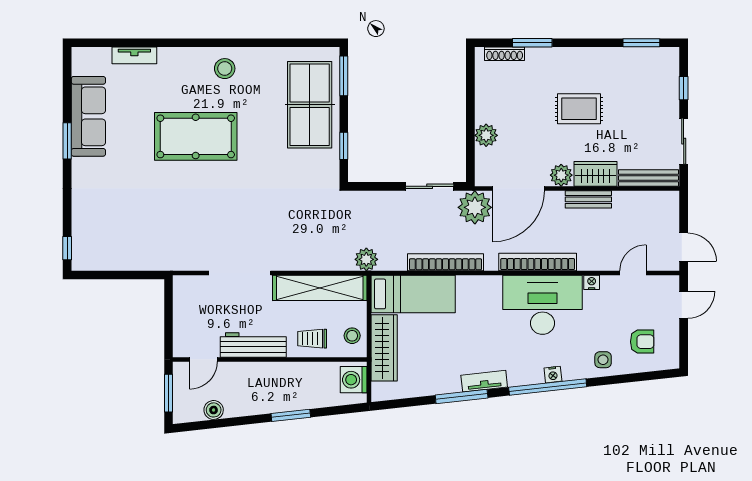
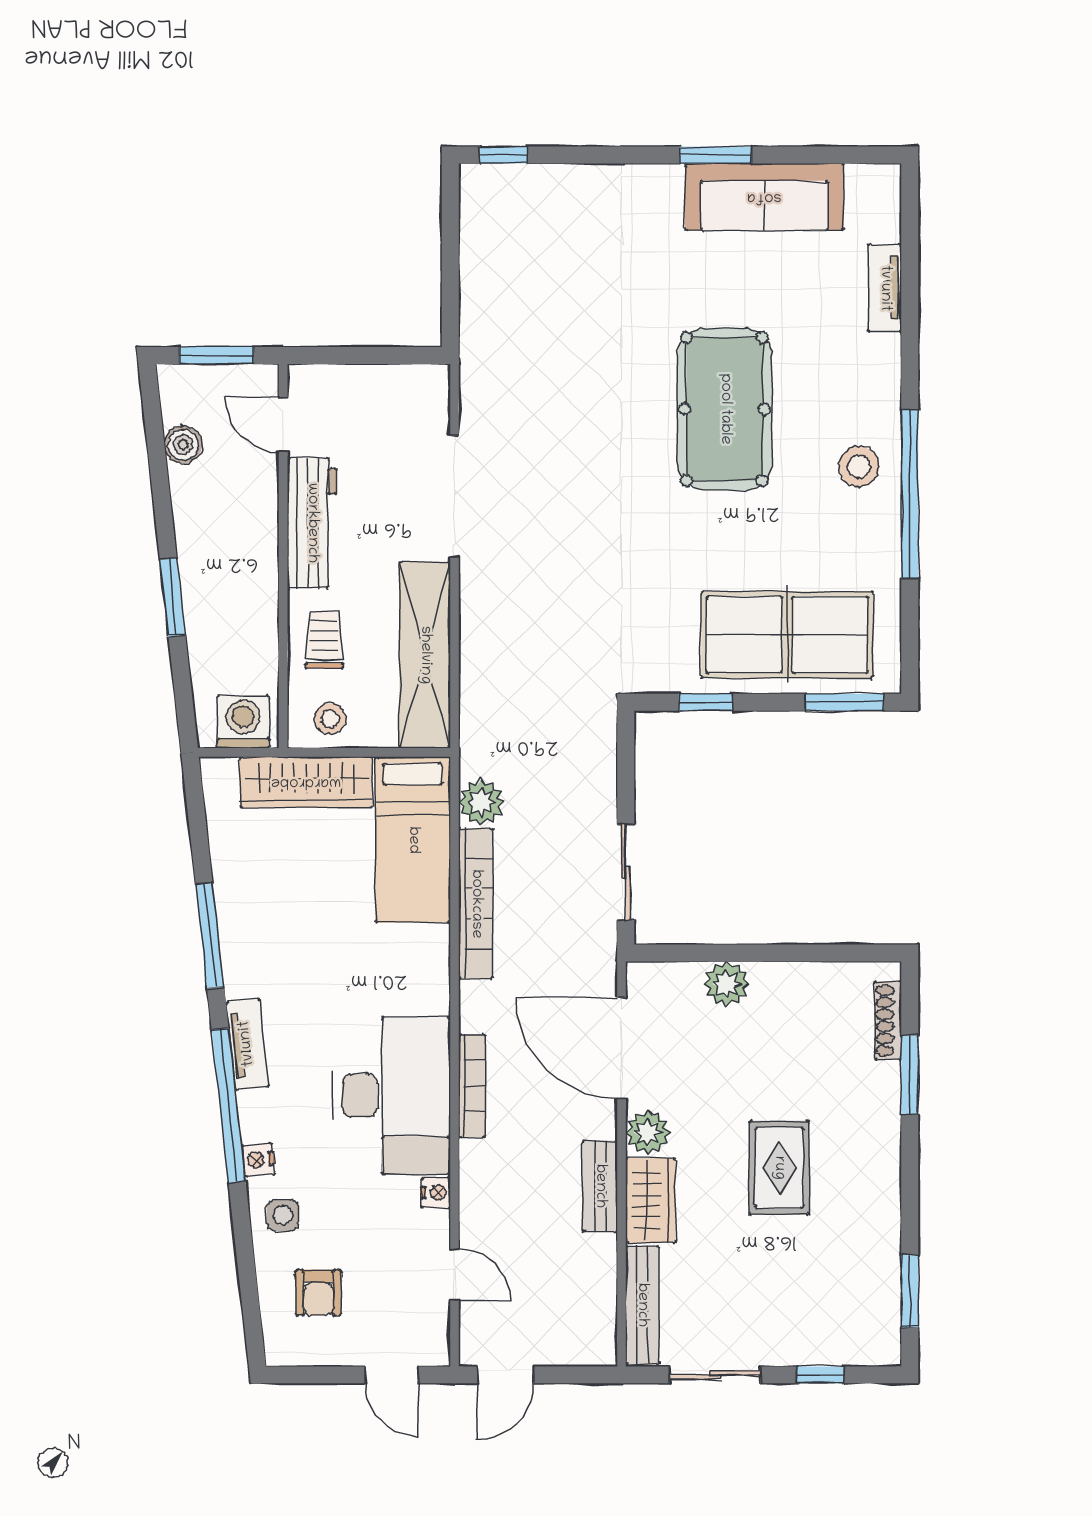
window: (239, 43) -> (910, 494), added
plant: (475, 207) -> (584, 962), removed
plant: (366, 259) -> (481, 802), moved
bookcase: (538, 262) -> (472, 1086), width x0.68, depth x0.76
nightstand: (553, 375) -> (258, 1160), moved
tv unit: (484, 381) -> (247, 1044), moved

